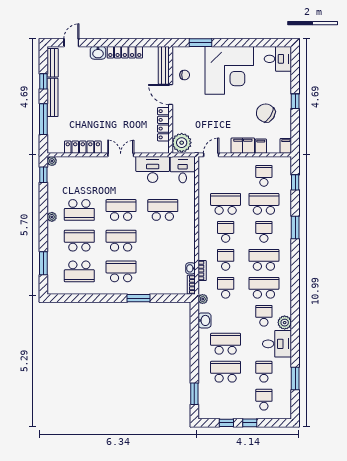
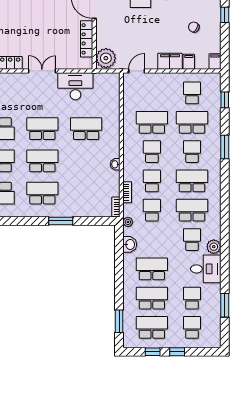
chair: (266, 113) -> (194, 27), width x0.54, depth x0.54
desk: (183, 170) -> (107, 86), removed
washbasin: (190, 268) -> (115, 164), moved
school desk: (226, 400) -> (152, 327), added

